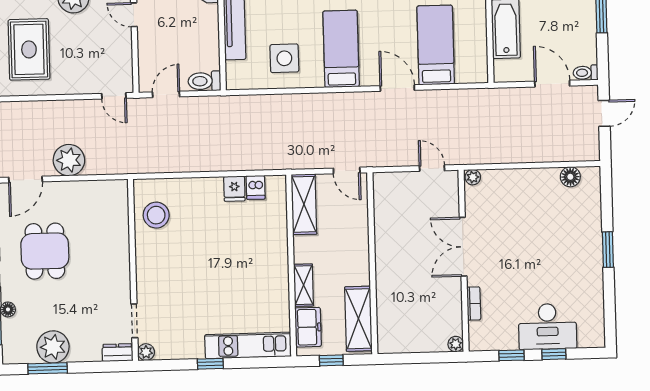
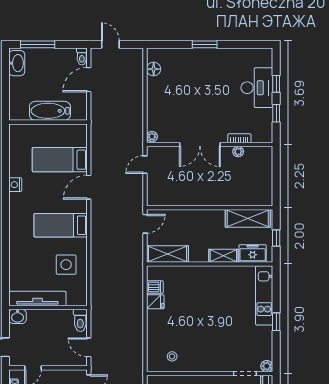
stool: (156, 215) -> (172, 356), width x0.53, depth x0.53
plant: (456, 344) -> (238, 152), moved

